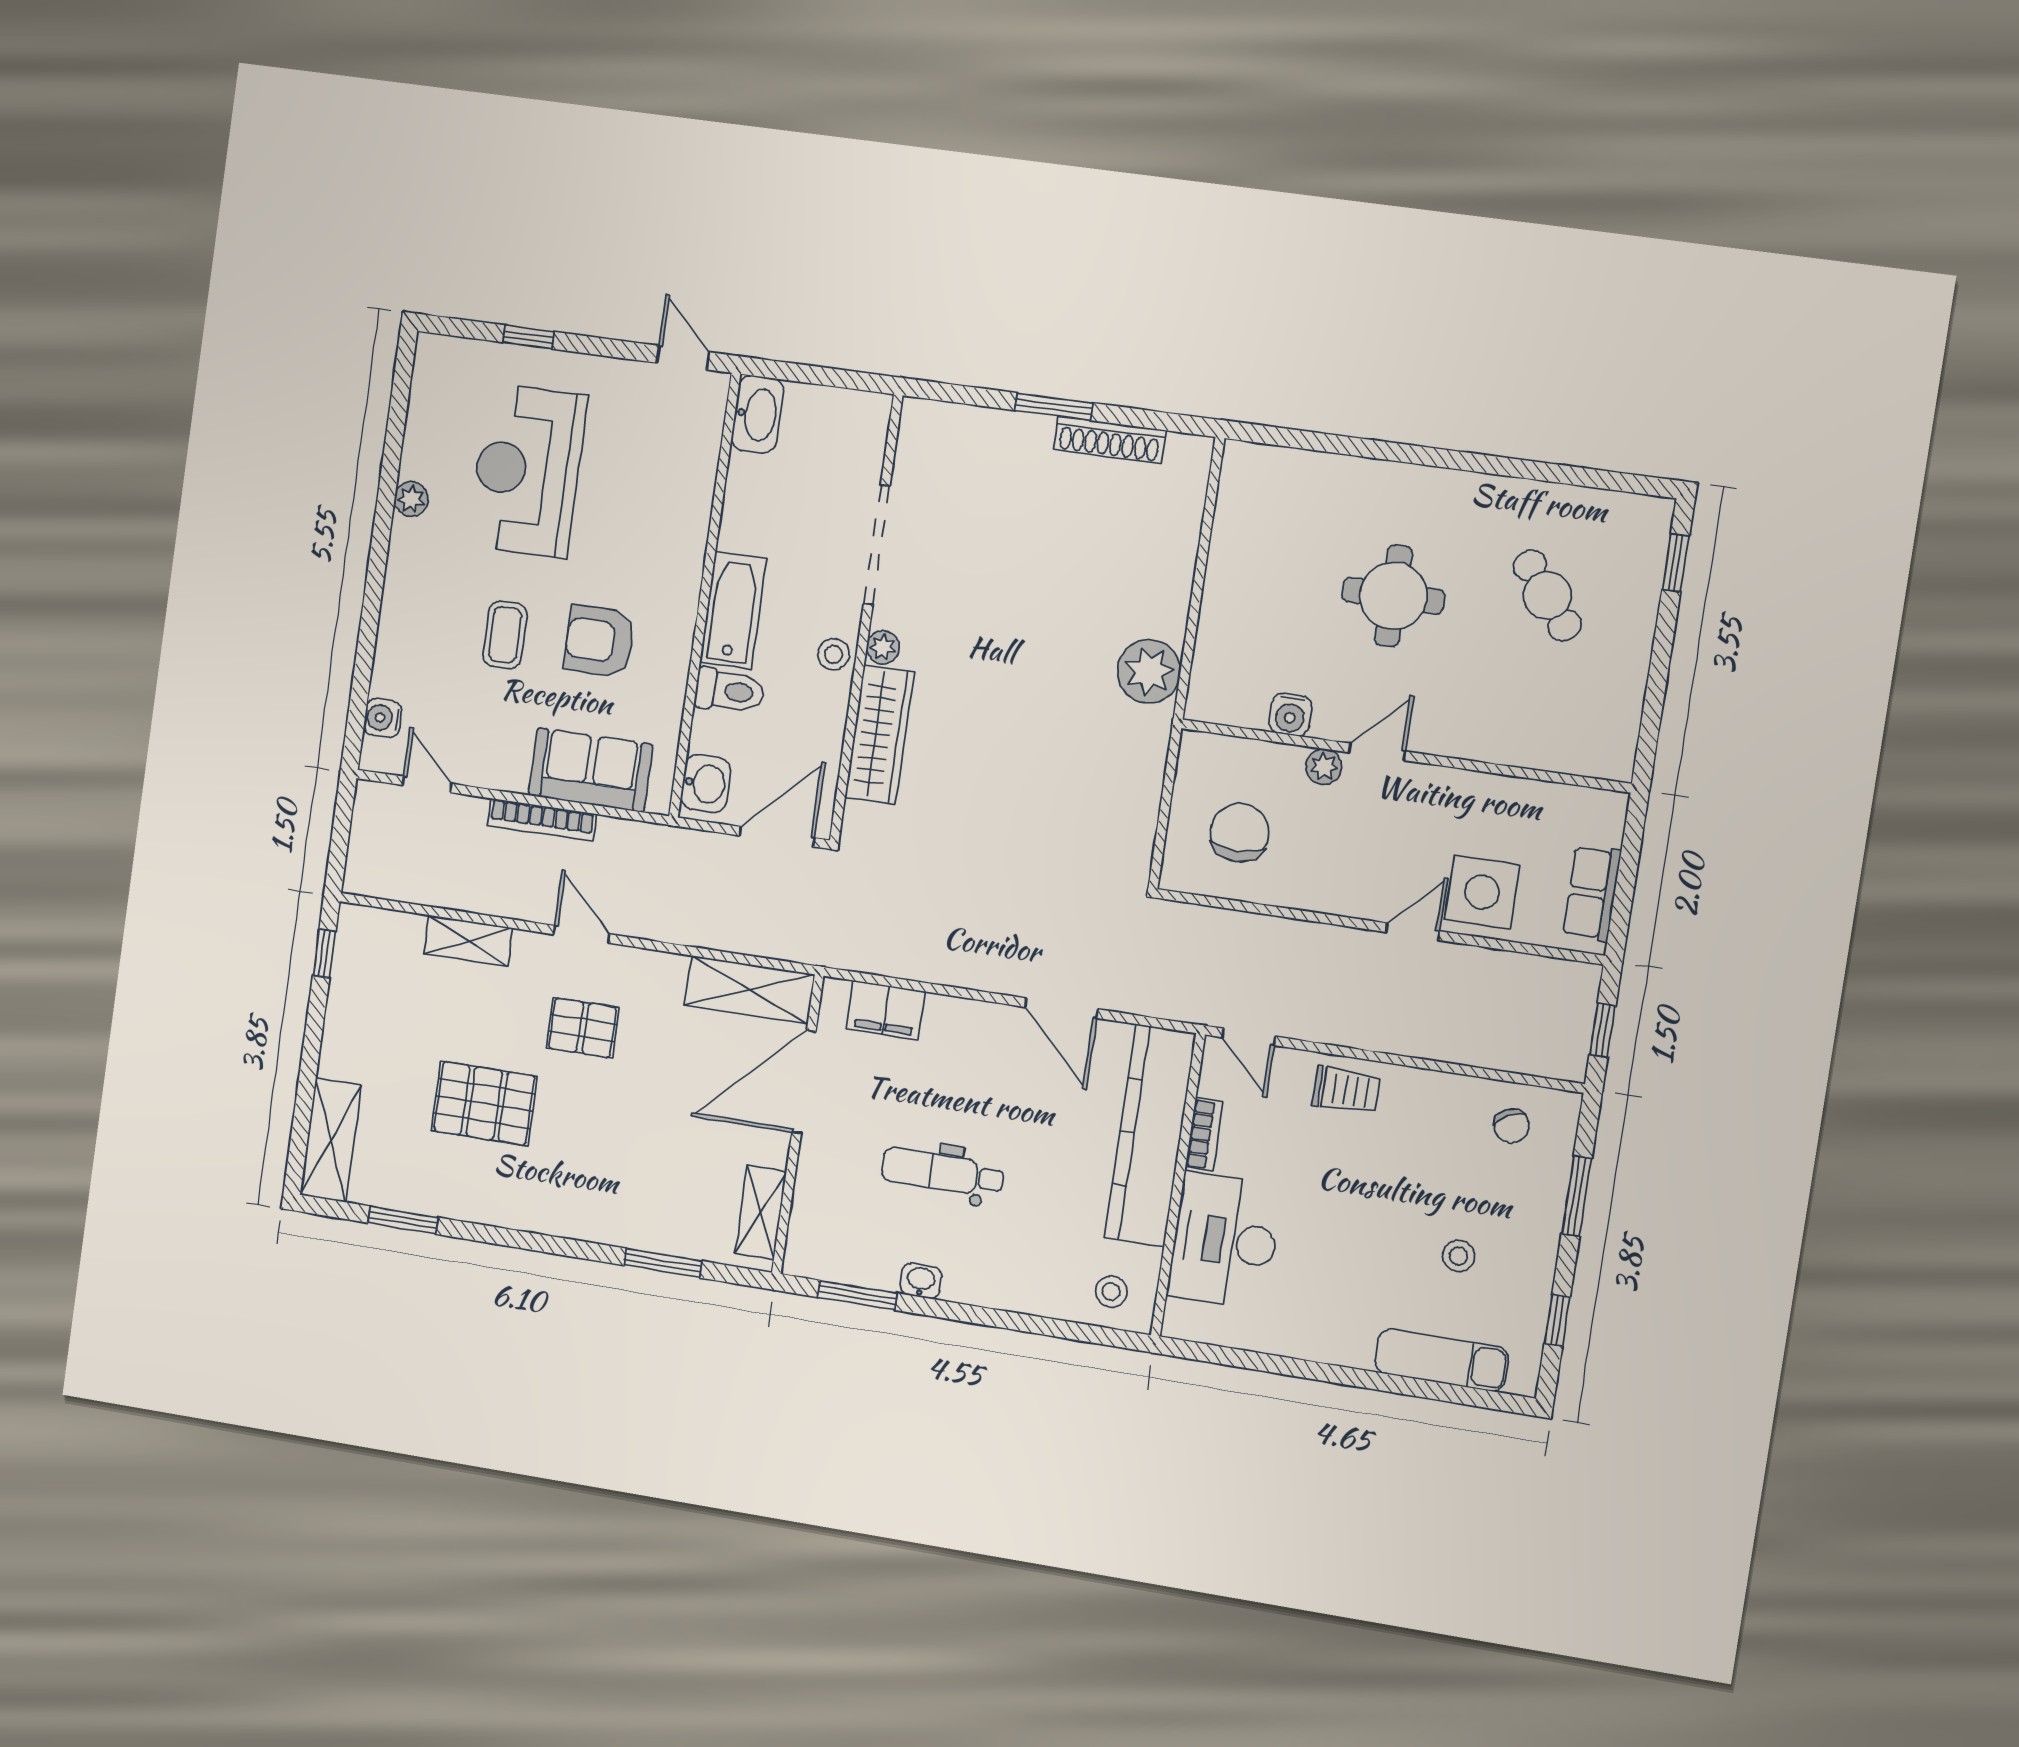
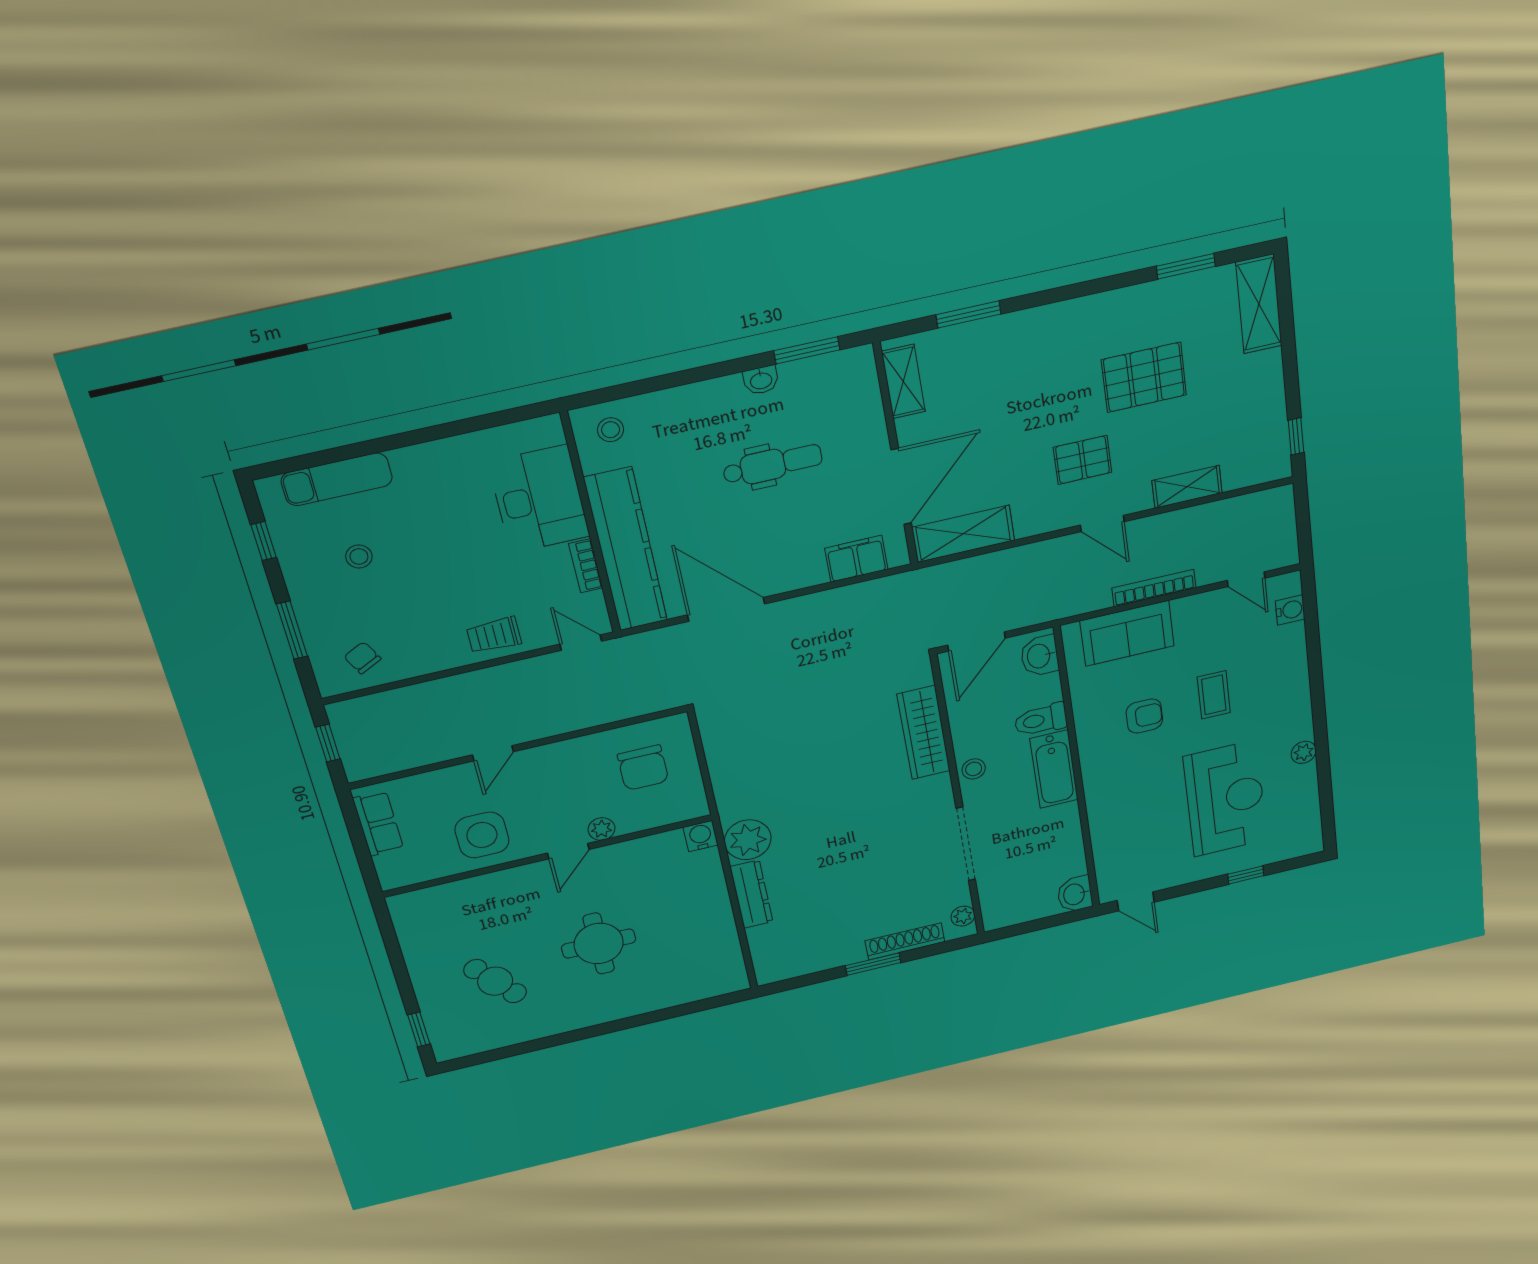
washbasin: (757, 414) -> (1075, 894), width x0.72
shoe rack: (1110, 440) -> (905, 941), moved
dresser: (1173, 587) -> (751, 894), added
armchair: (599, 641) -> (1144, 716), width x0.72, depth x0.72
plant: (883, 647) -> (963, 916), moved
water cooler: (1290, 715) -> (701, 836), moved
side table: (1482, 892) -> (482, 835), moved
door: (1061, 1008) -> (726, 609), width x1.36

